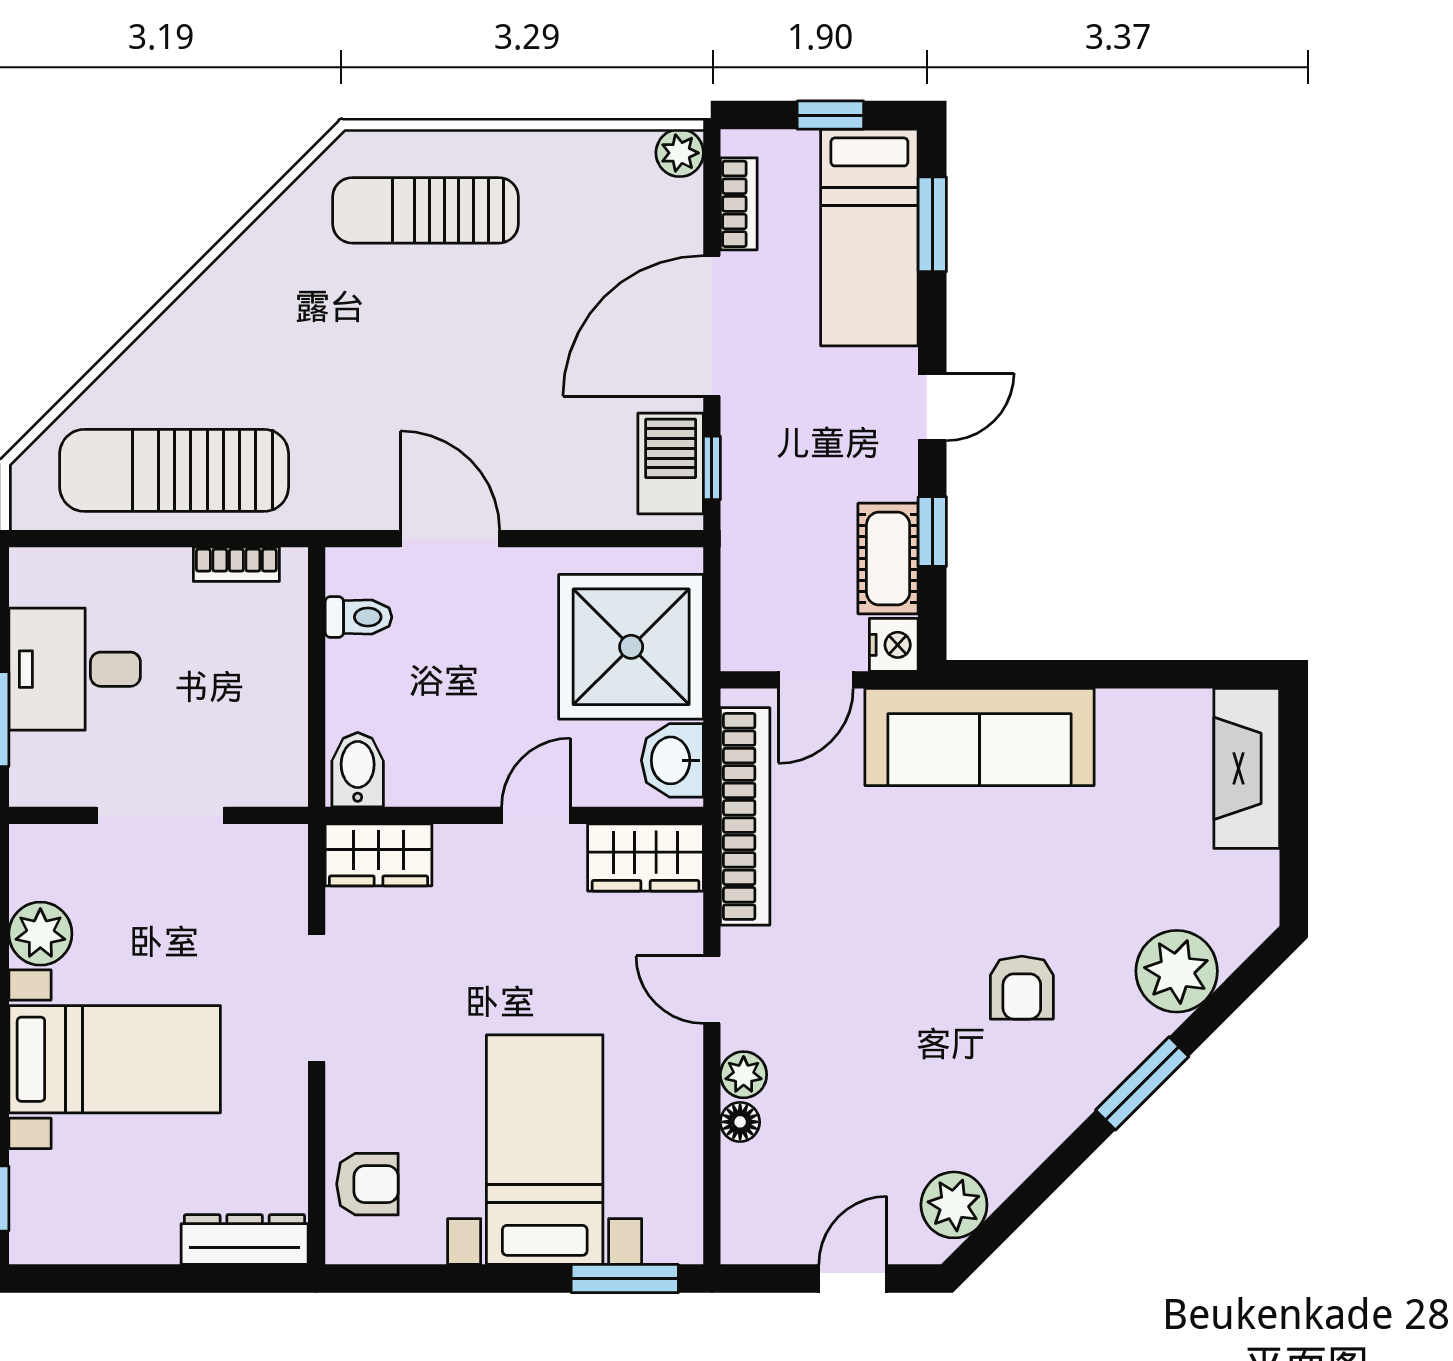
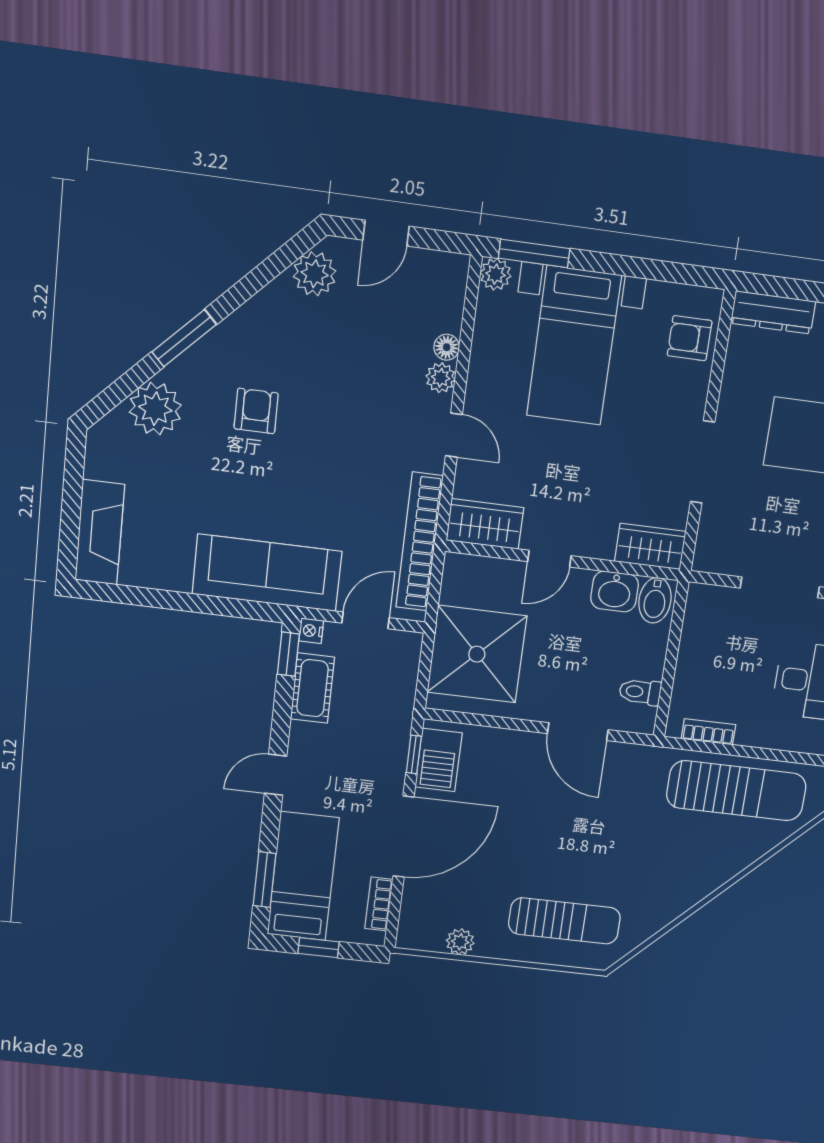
plant: (680, 153) -> (460, 942), moved
window: (932, 532) -> (288, 654), moved
nightstand: (894, 645) -> (311, 631), width x0.72, depth x0.74
washbasin: (672, 760) -> (615, 591), moved, turned 90
plant: (679, 1240) -> (496, 274), added

